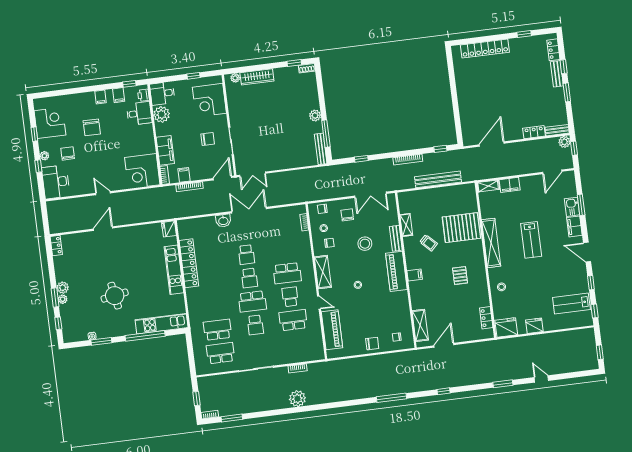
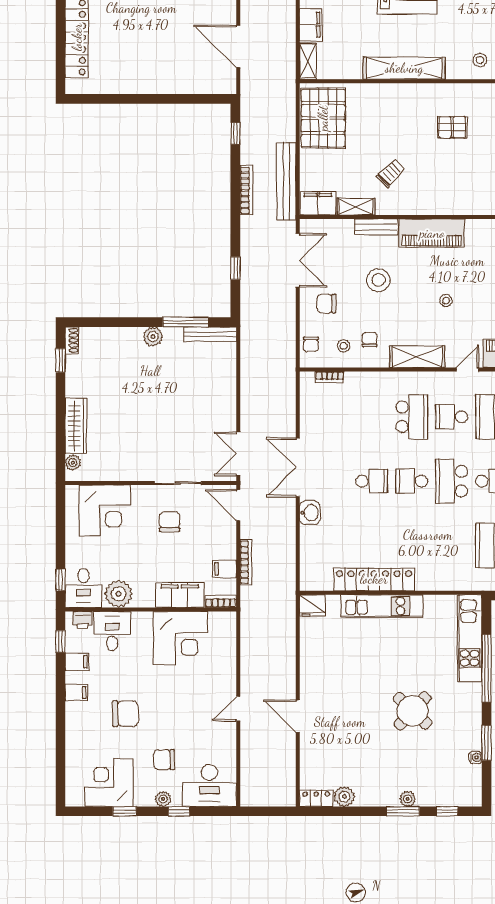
window: (194, 76) -> (61, 580), moved
corner desk: (142, 171) -> (181, 638), moved
double door: (253, 174) -> (238, 454), swing flipped
bench: (438, 179) -> (286, 181), moved
pallet: (461, 228) -> (323, 118), moved
filing cabinet: (415, 275) -> (318, 203), moved, width x2.00
school desk: (249, 278) -> (412, 481), turned 180
plant: (63, 288) -> (344, 796), moved
round table: (115, 296) -> (413, 711), turned -37
school desk: (252, 301) -> (452, 481), turned 180

